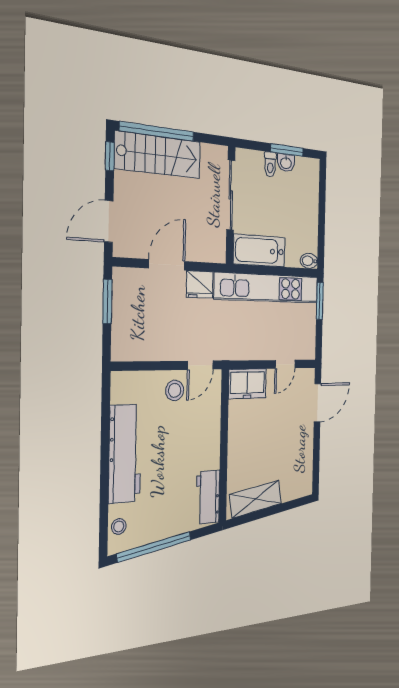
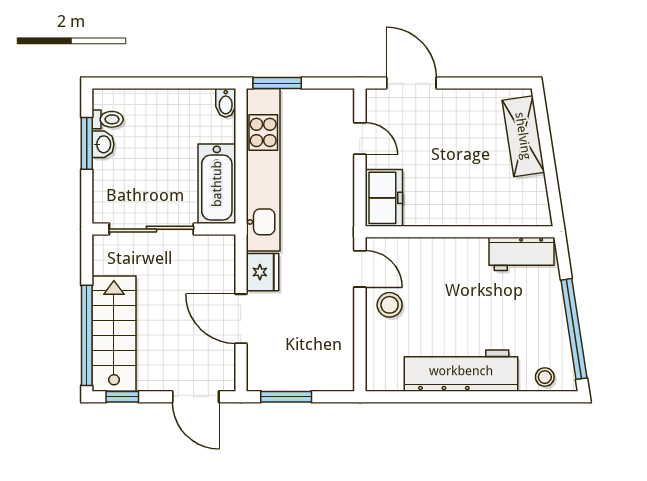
toilet: (270, 164) -> (108, 119), moved
shelving: (256, 499) -> (523, 136), moved

